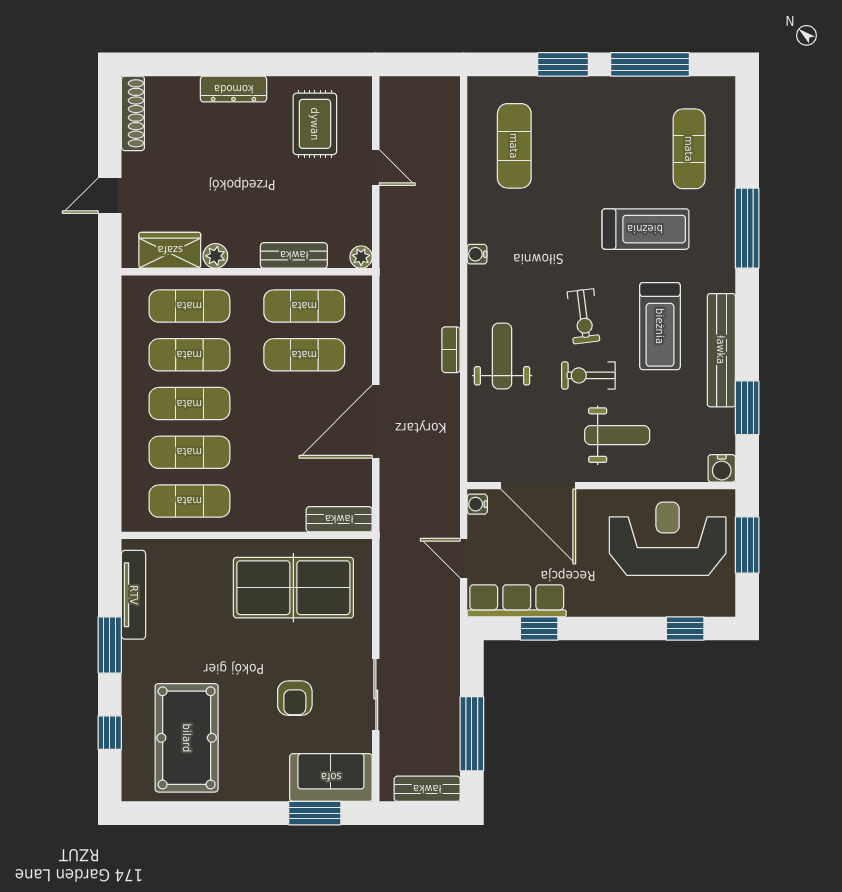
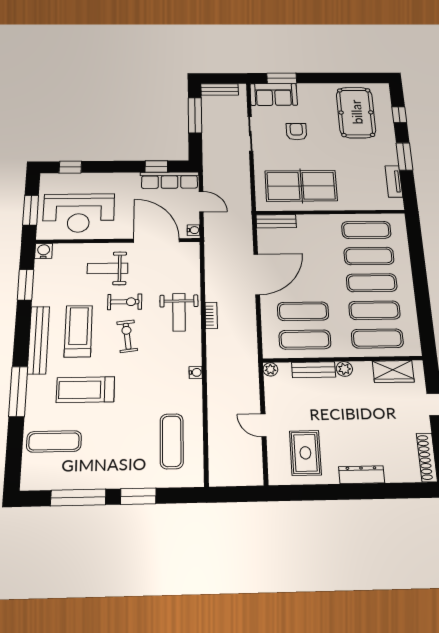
exercise mat: (689, 149) -> (54, 441), turned 90
plant: (215, 256) -> (344, 369), moved
bench: (721, 350) -> (38, 340), moved
tv unit: (134, 595) -> (394, 181), width x0.71

